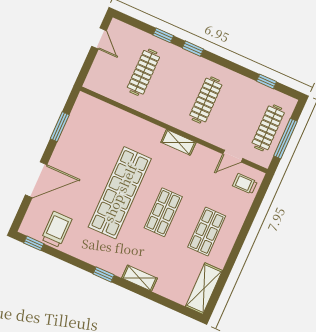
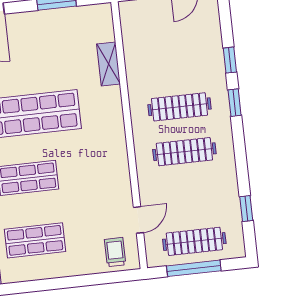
clothes rail: (143, 72) -> (179, 107), moved
shelving: (178, 142) -> (109, 64), moved
door: (233, 156) -> (139, 220), swing flipped

